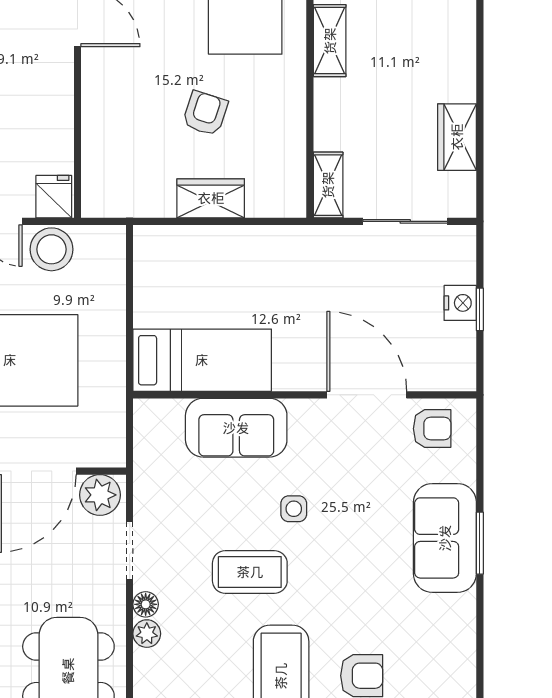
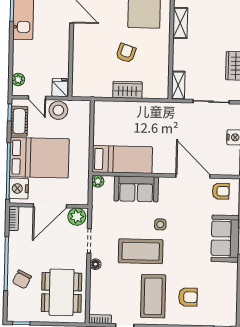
coffee table: (250, 572) -> (141, 251), width x1.36, depth x1.32
plant: (147, 634) -> (98, 181), moved

